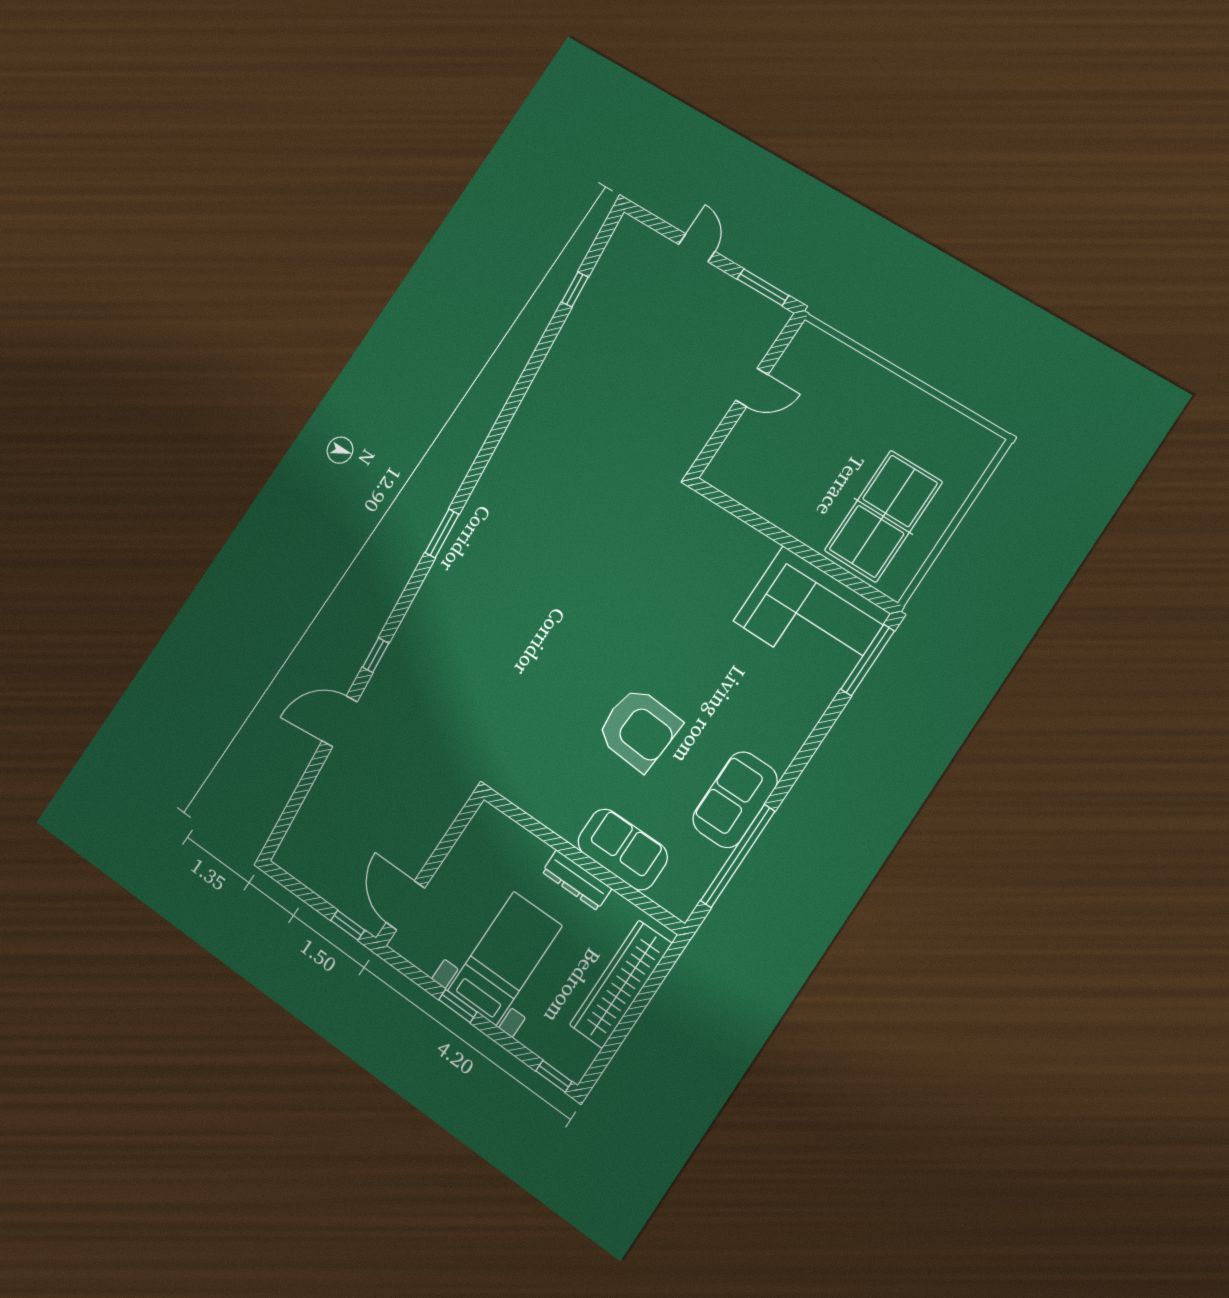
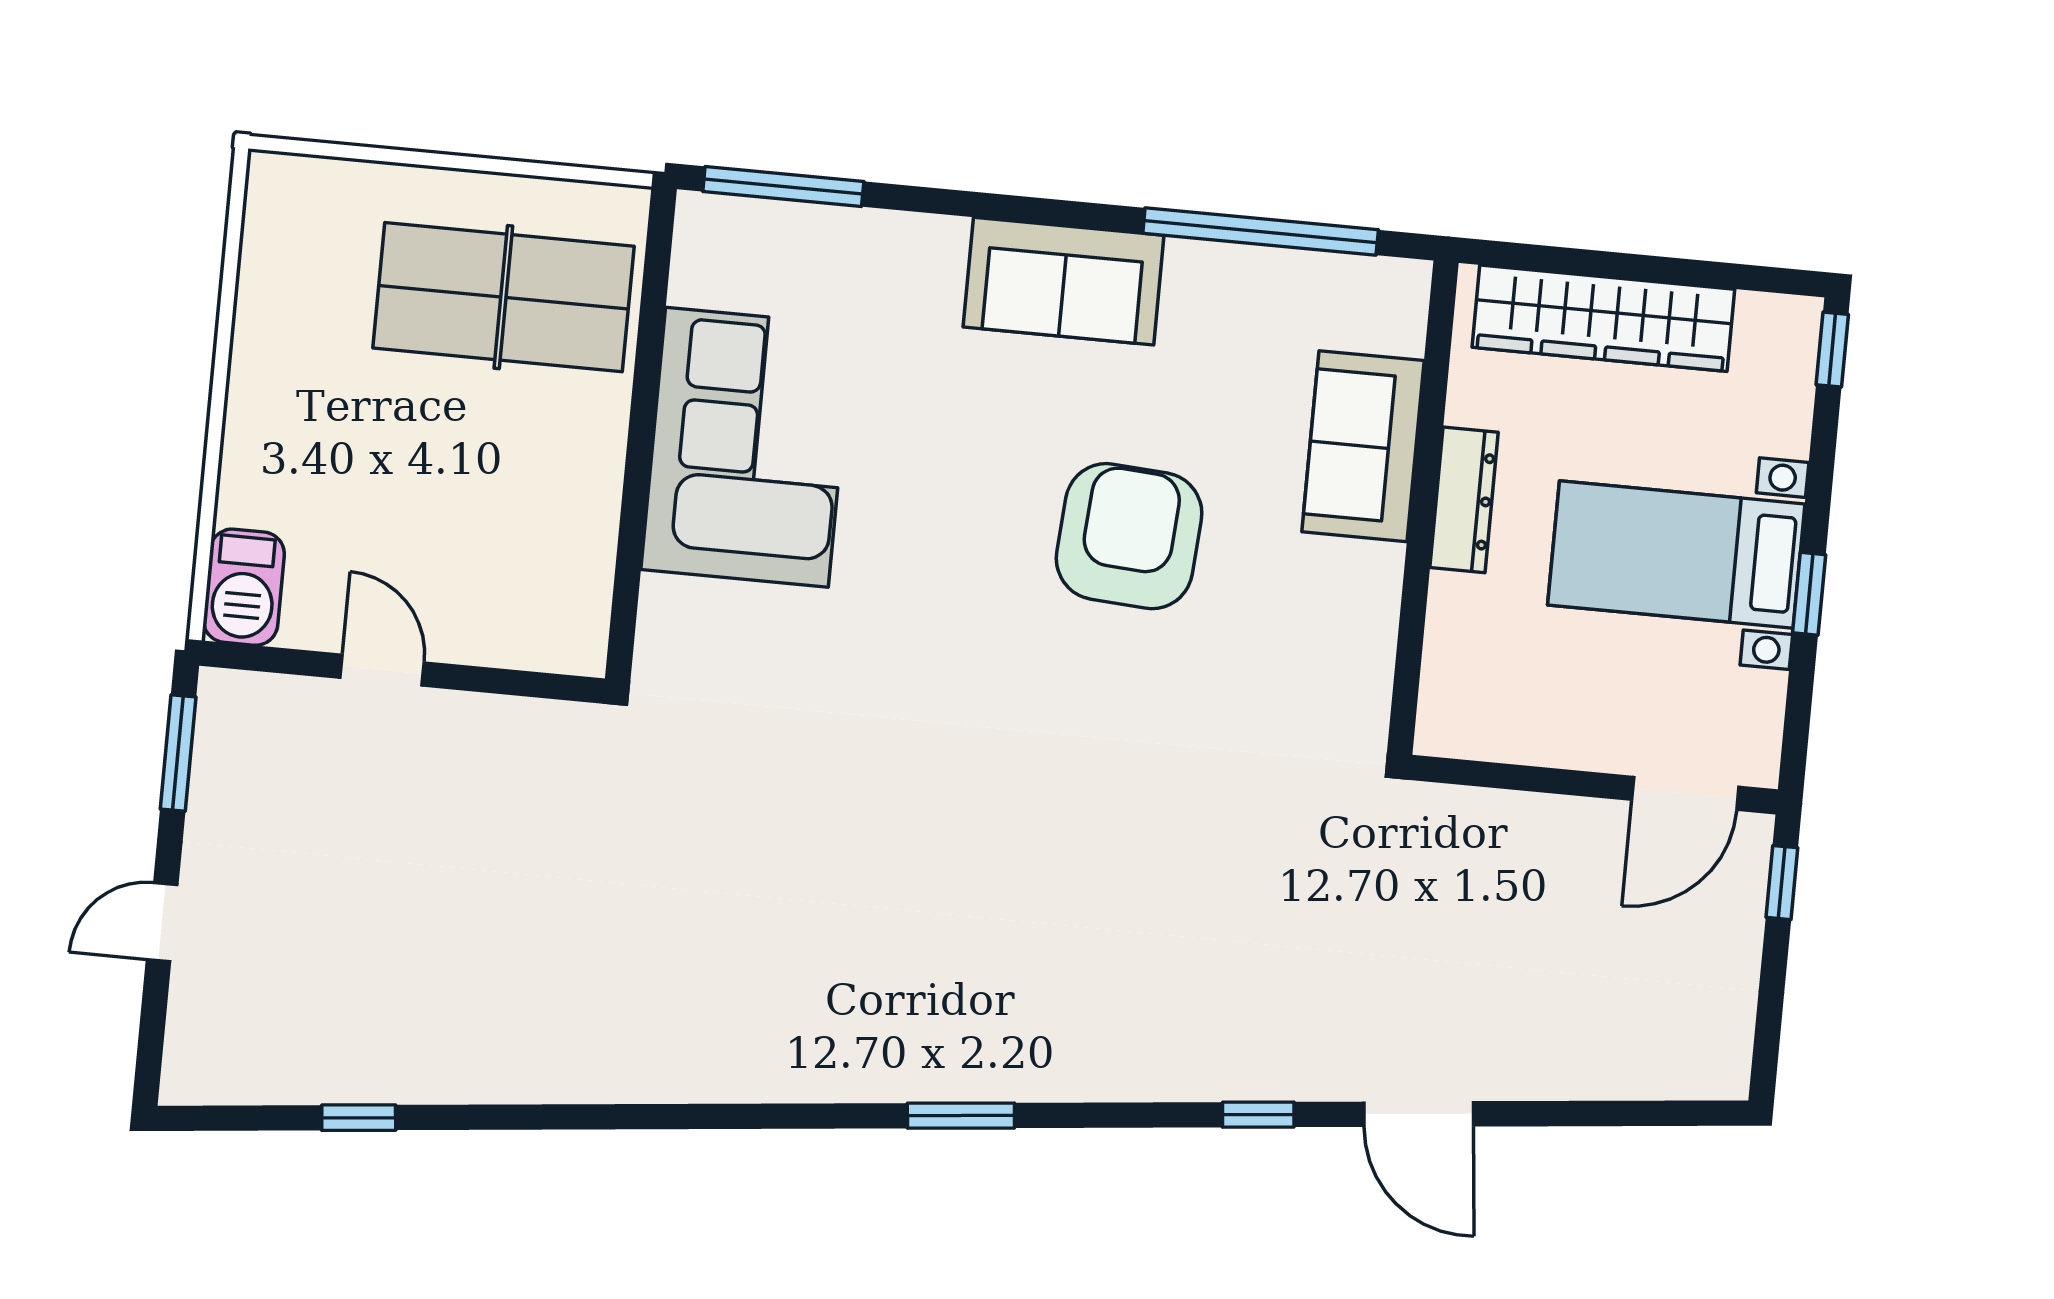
barbecue: (818, 347) -> (244, 587), added
corner sofa: (811, 617) -> (747, 447), moved
sofa: (735, 800) -> (1064, 281), moved

